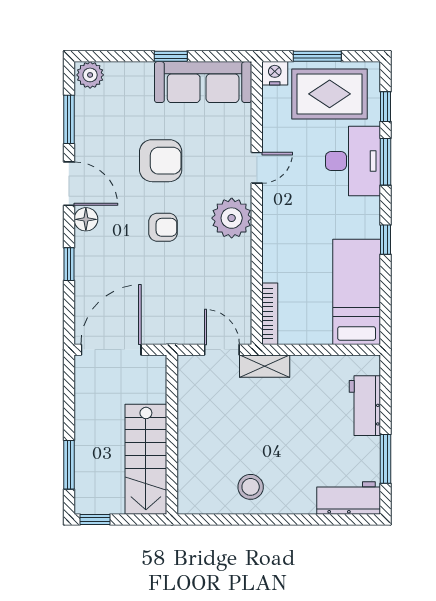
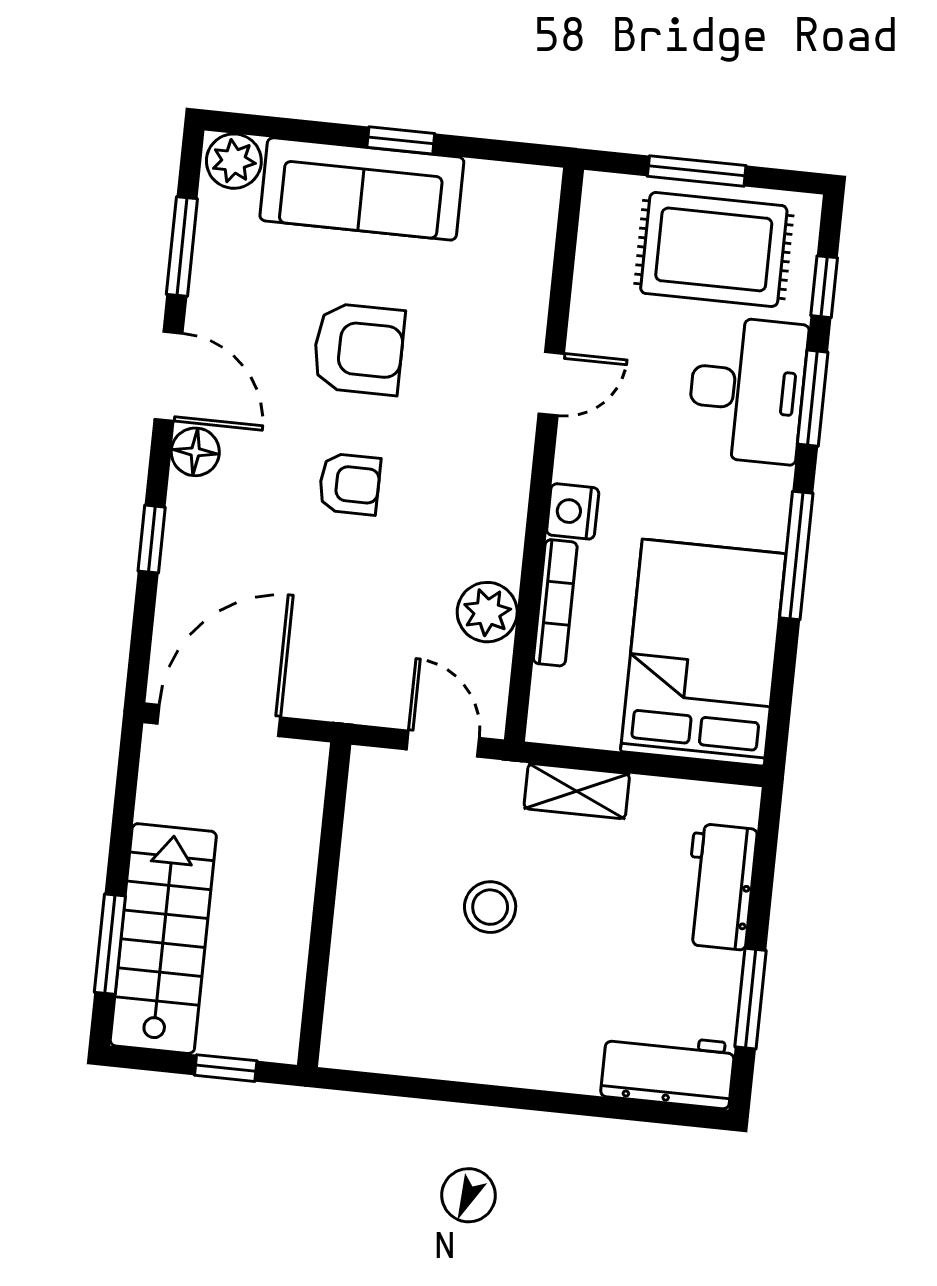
nightstand: (275, 73) -> (573, 511), moved, turned -90
sofa: (203, 82) -> (362, 189), moved
plant: (232, 218) -> (487, 612), moved, width x0.73, depth x0.73
window: (385, 240) -> (796, 555), width x2.17
bed: (357, 292) -> (703, 653), width x1.50
bookcase: (270, 314) -> (555, 603), moved
shelving: (265, 366) -> (577, 791), moved
stairs: (146, 459) -> (163, 939), moved, turned 180
stool: (251, 487) -> (490, 907), moved
window: (95, 519) -> (226, 1068), moved

